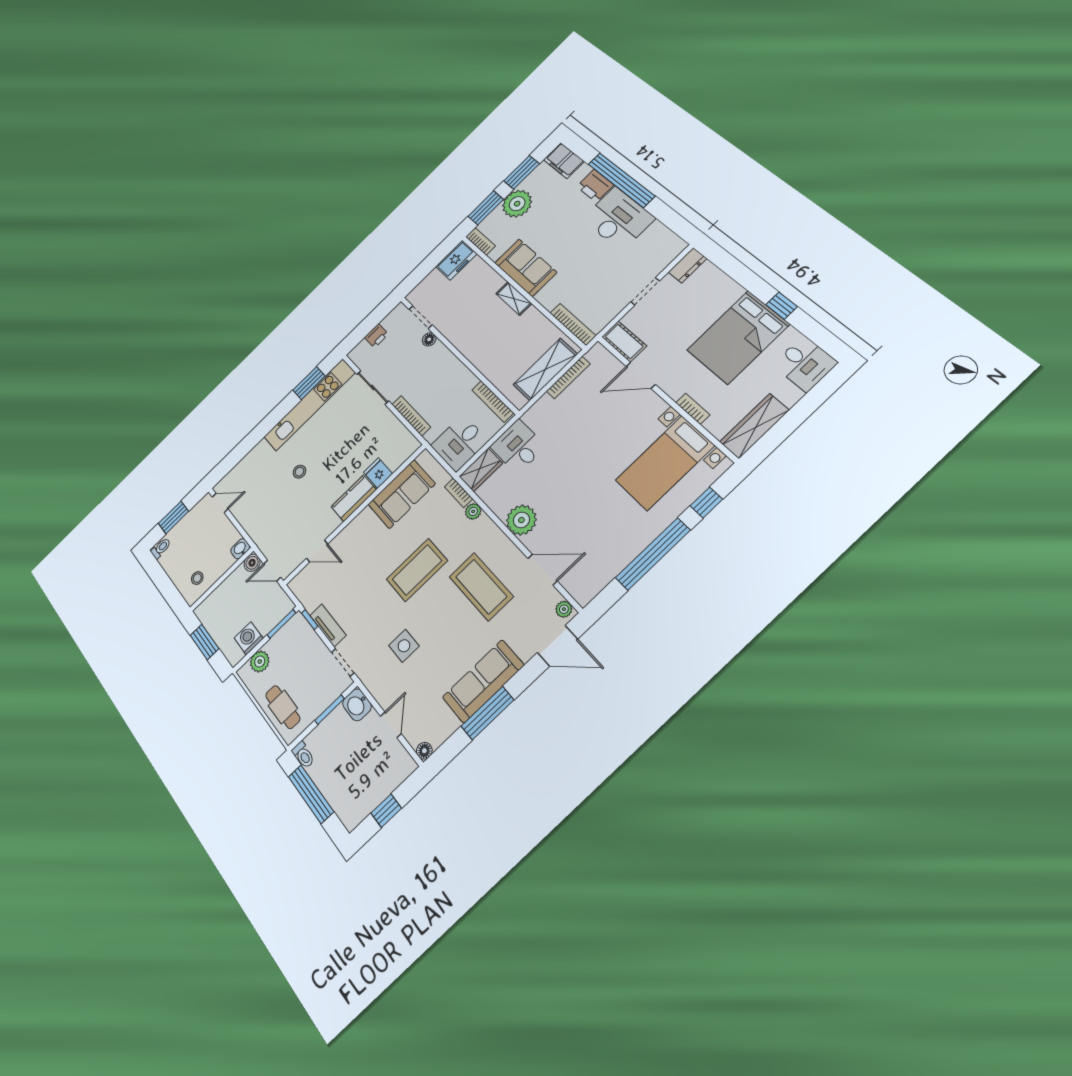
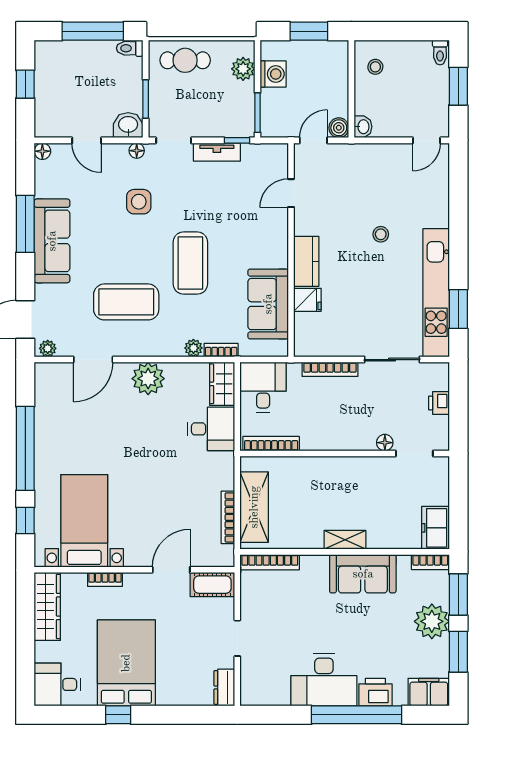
floor lamp: (370, 681) -> (137, 151), added

